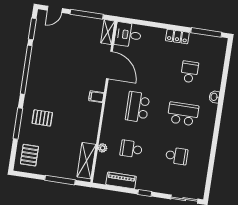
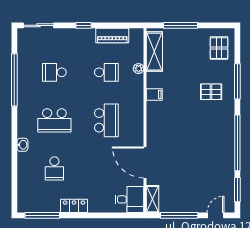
filing cabinet: (96, 97) -> (154, 94), moved
window: (213, 155) -> (14, 80), added

